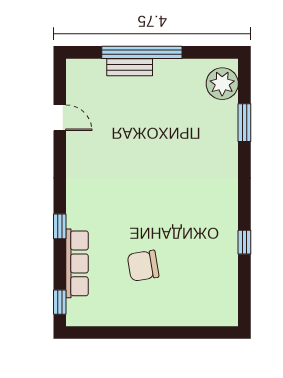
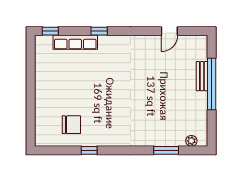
plant: (222, 84) -> (191, 141), width x0.53, depth x0.53
chair: (143, 266) -> (71, 125), moved, turned 99

